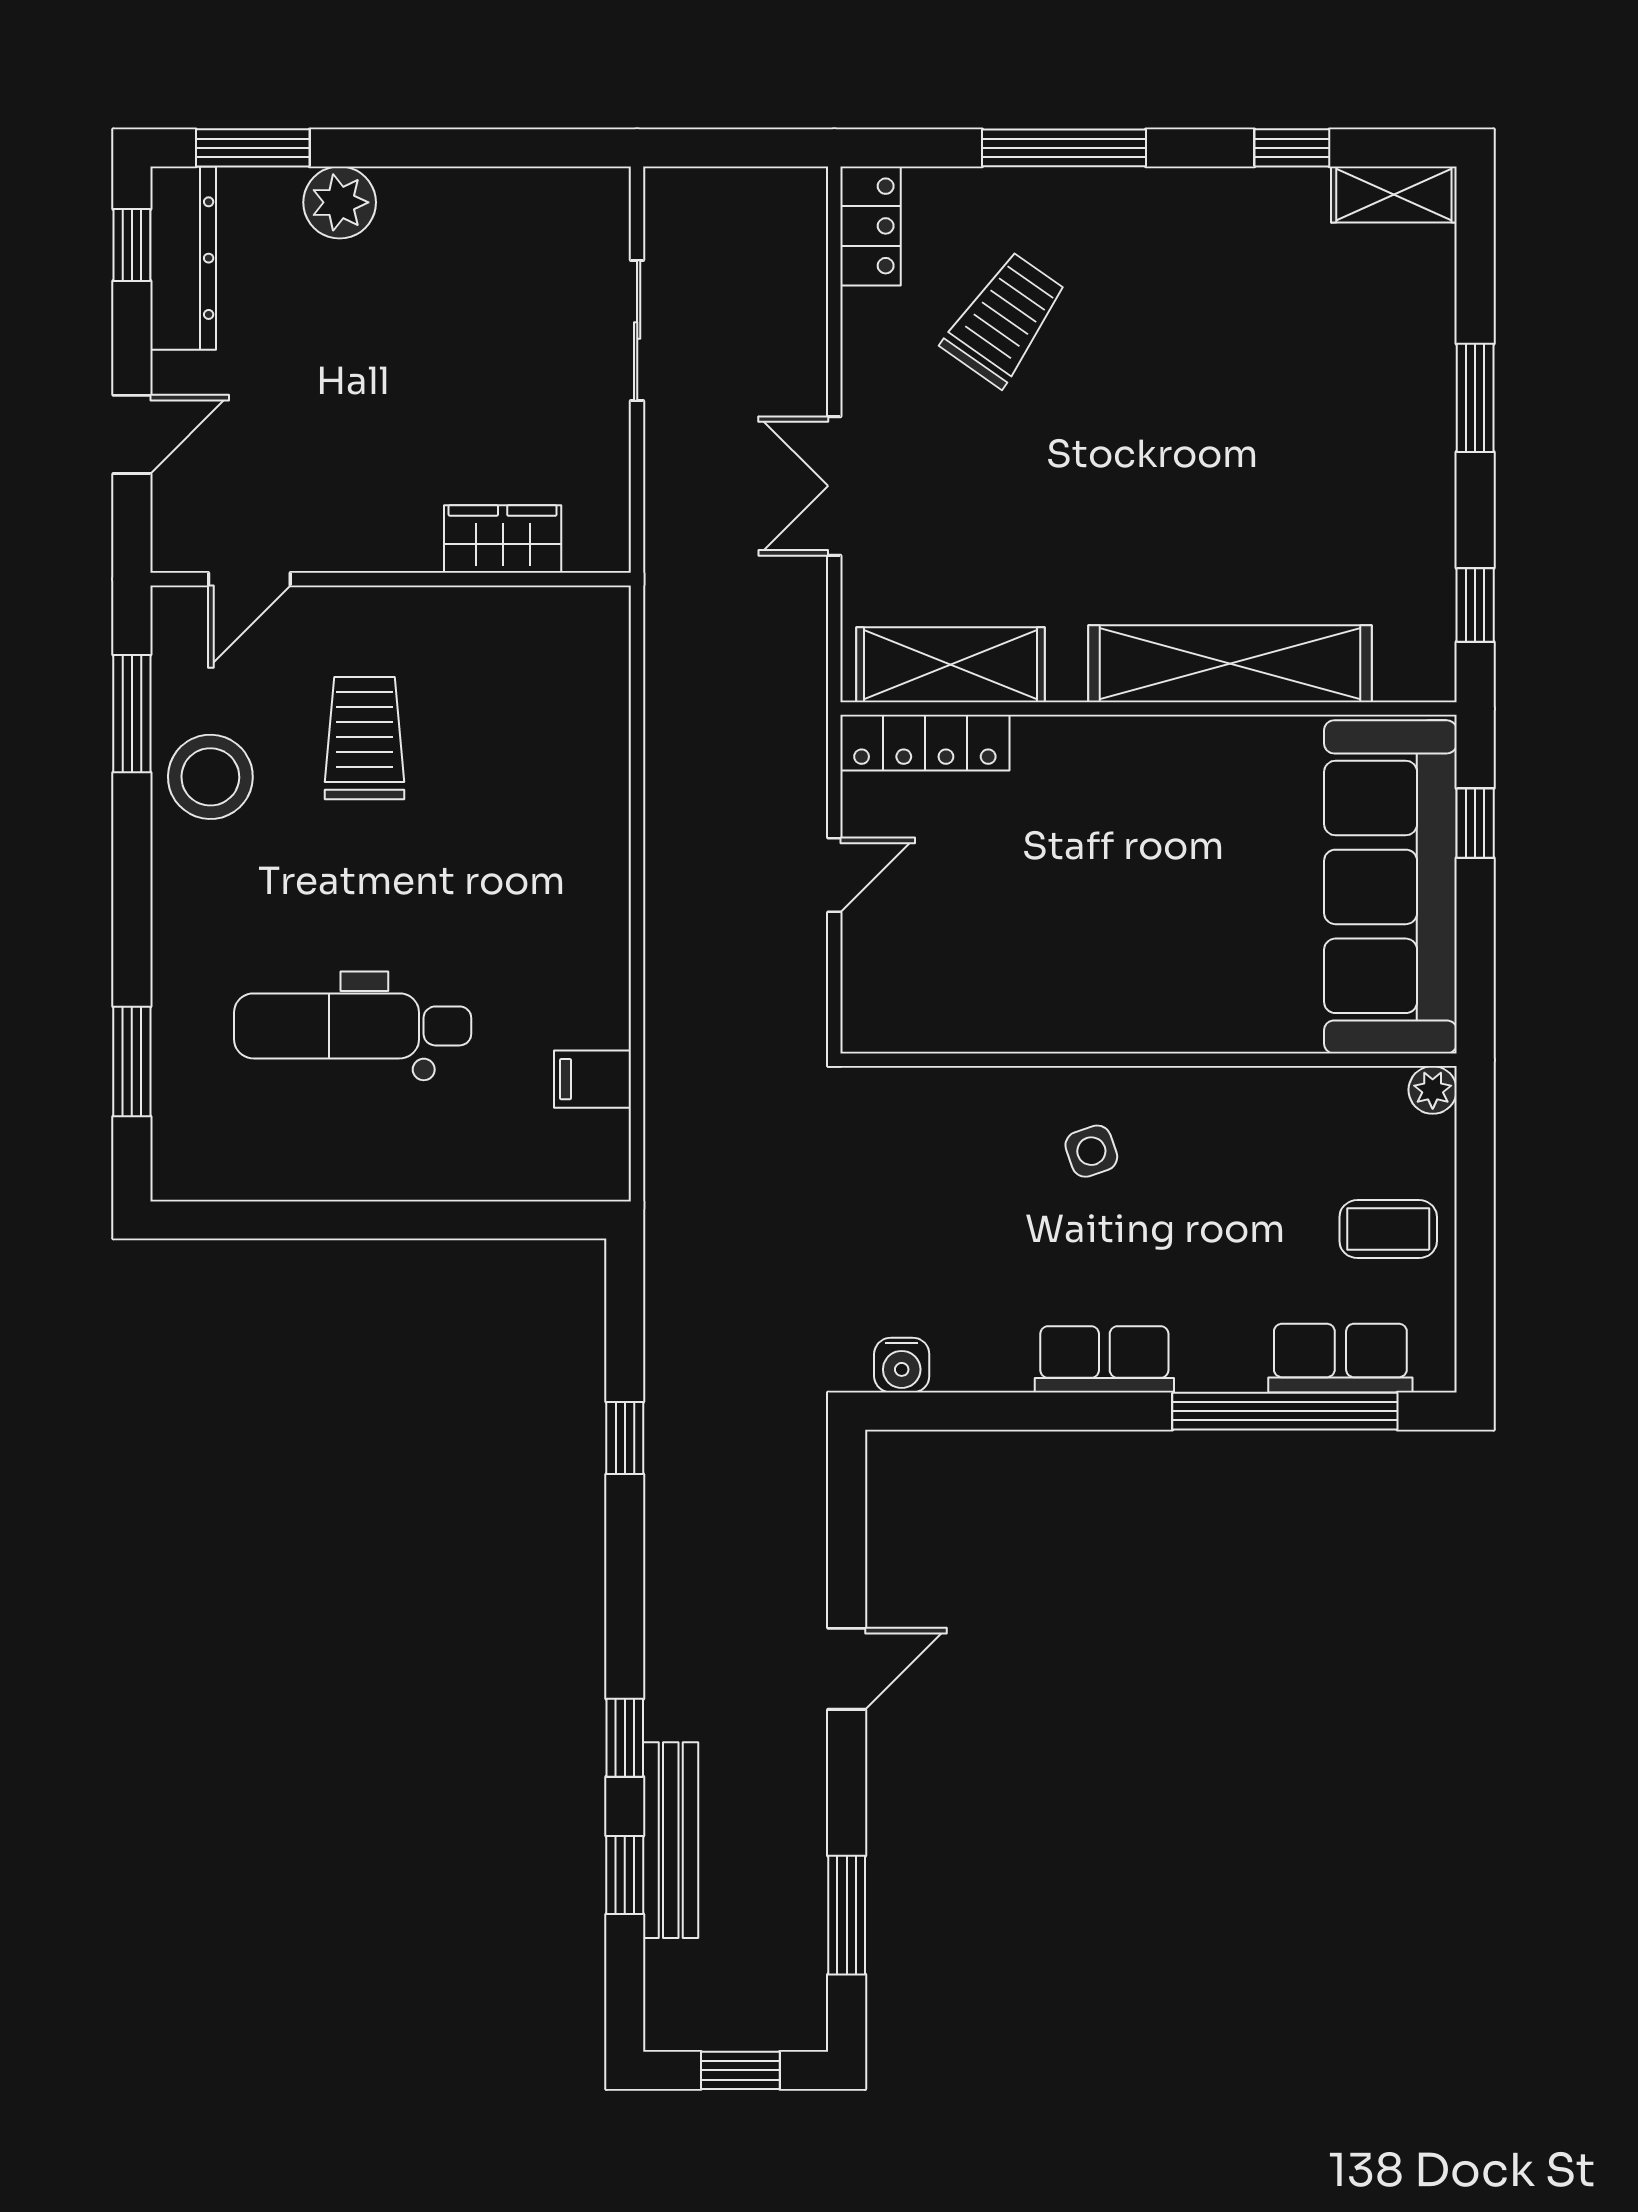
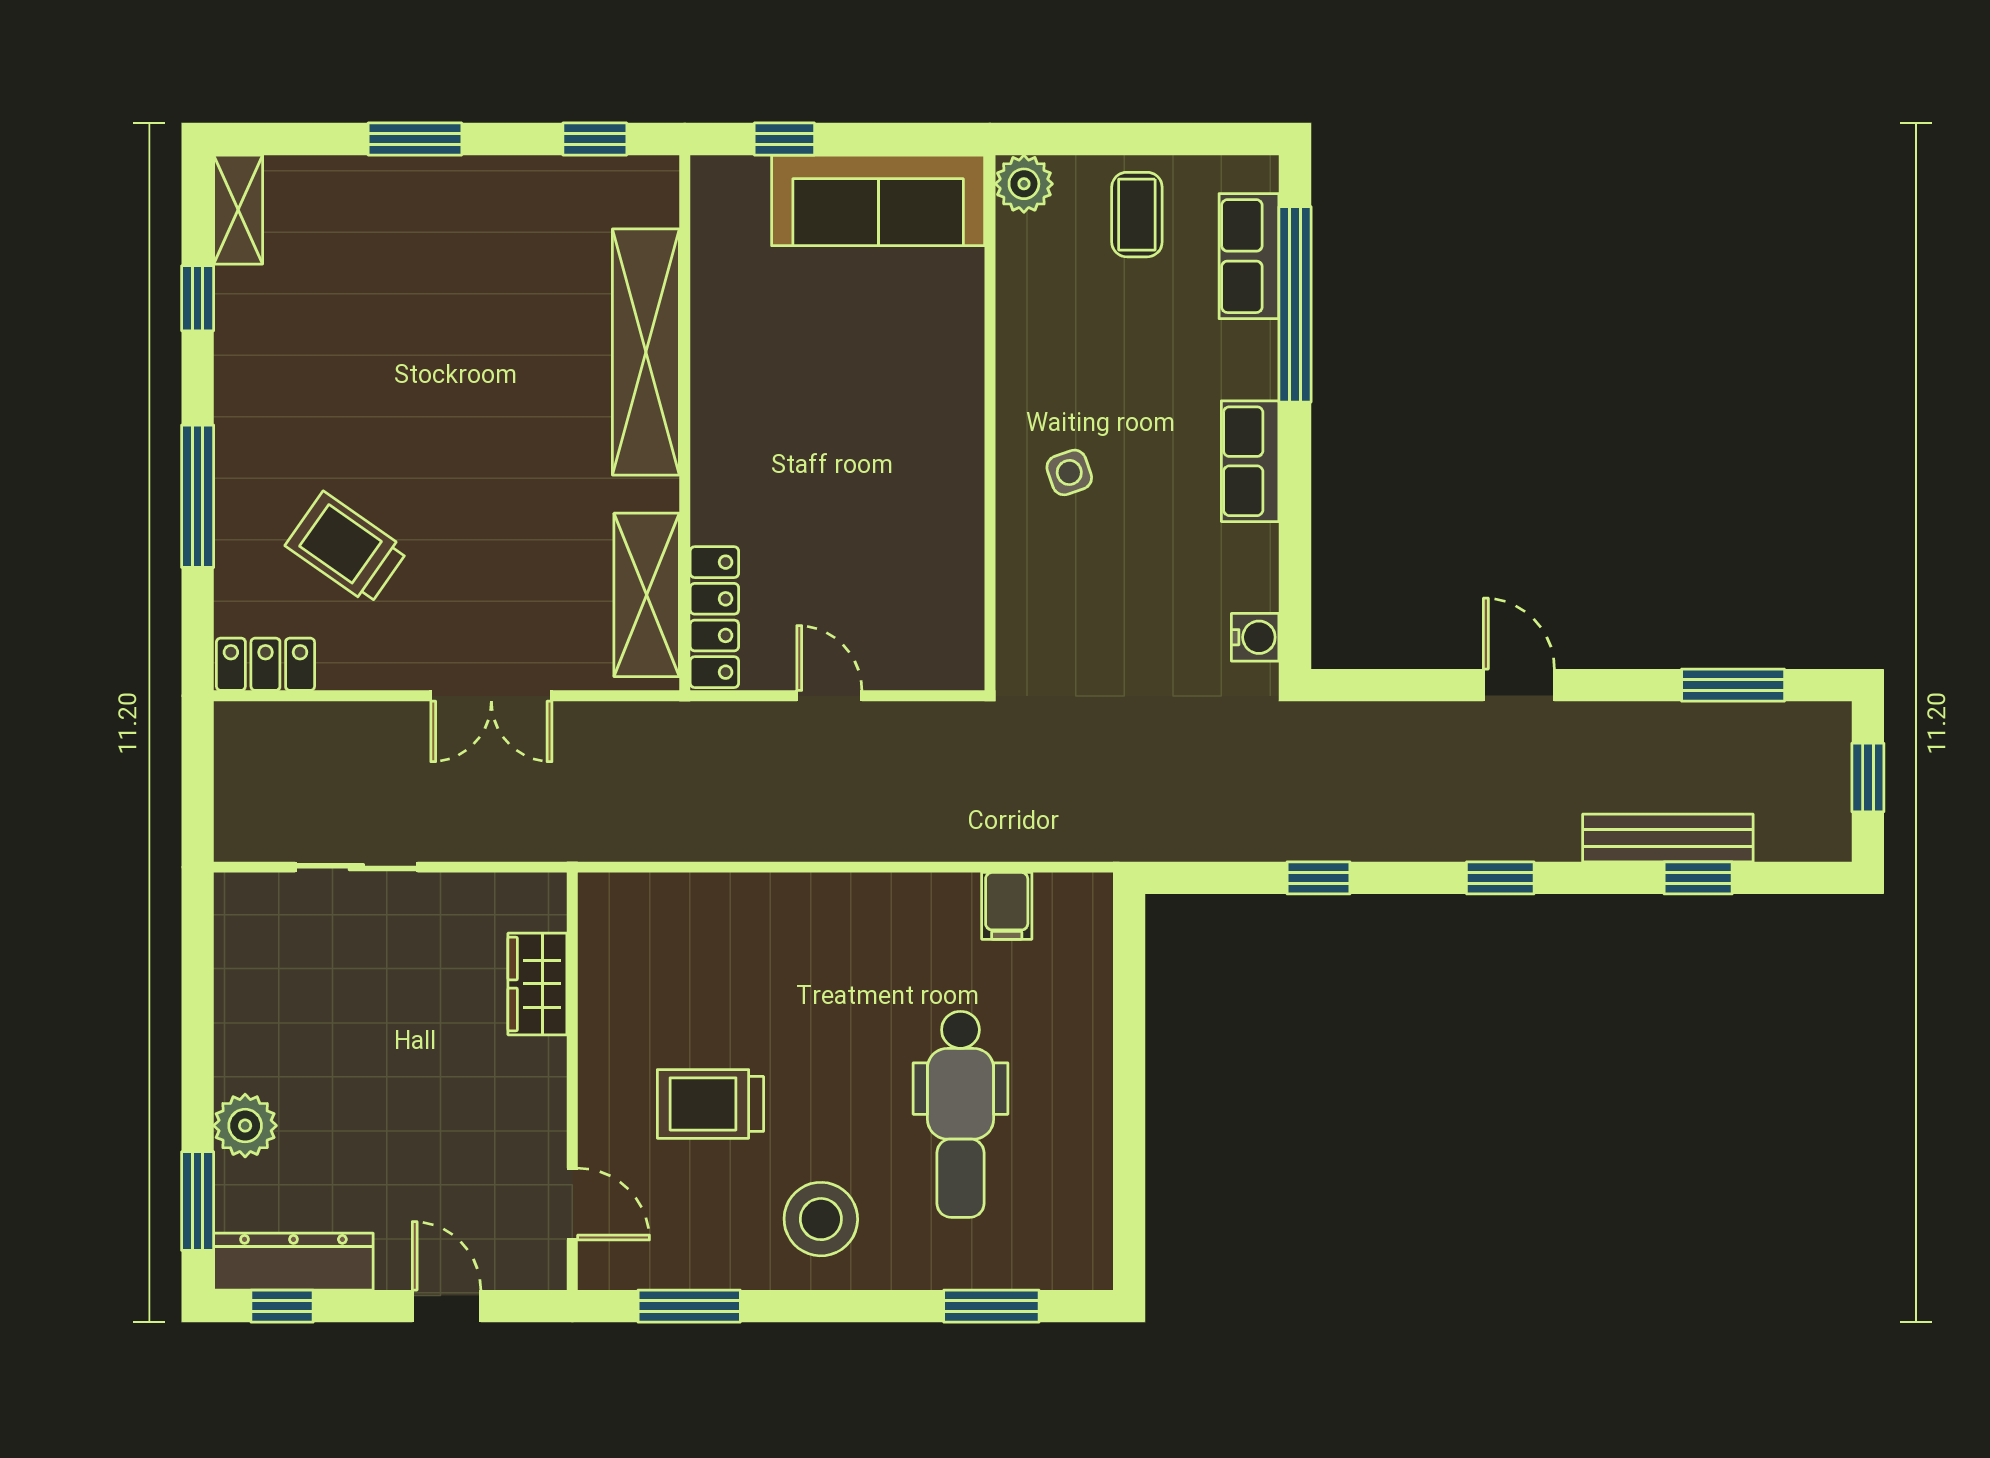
stool: (210, 777) -> (821, 1219), moved
sofa: (1390, 887) -> (878, 200), width x0.74, depth x0.79
plant: (1433, 1090) -> (1024, 184), width x1.38, depth x1.38
window: (625, 1738) -> (1500, 878), moved

